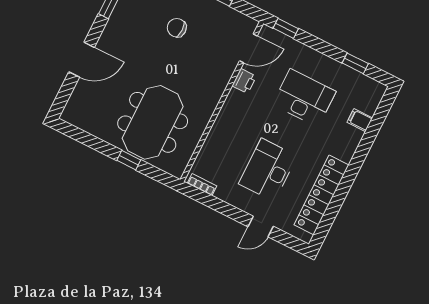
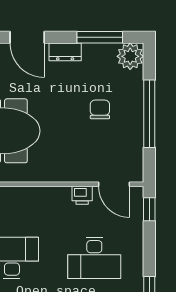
dresser: (111, 33) -> (65, 52), added
desk: (304, 98) -> (94, 258), turned 90

